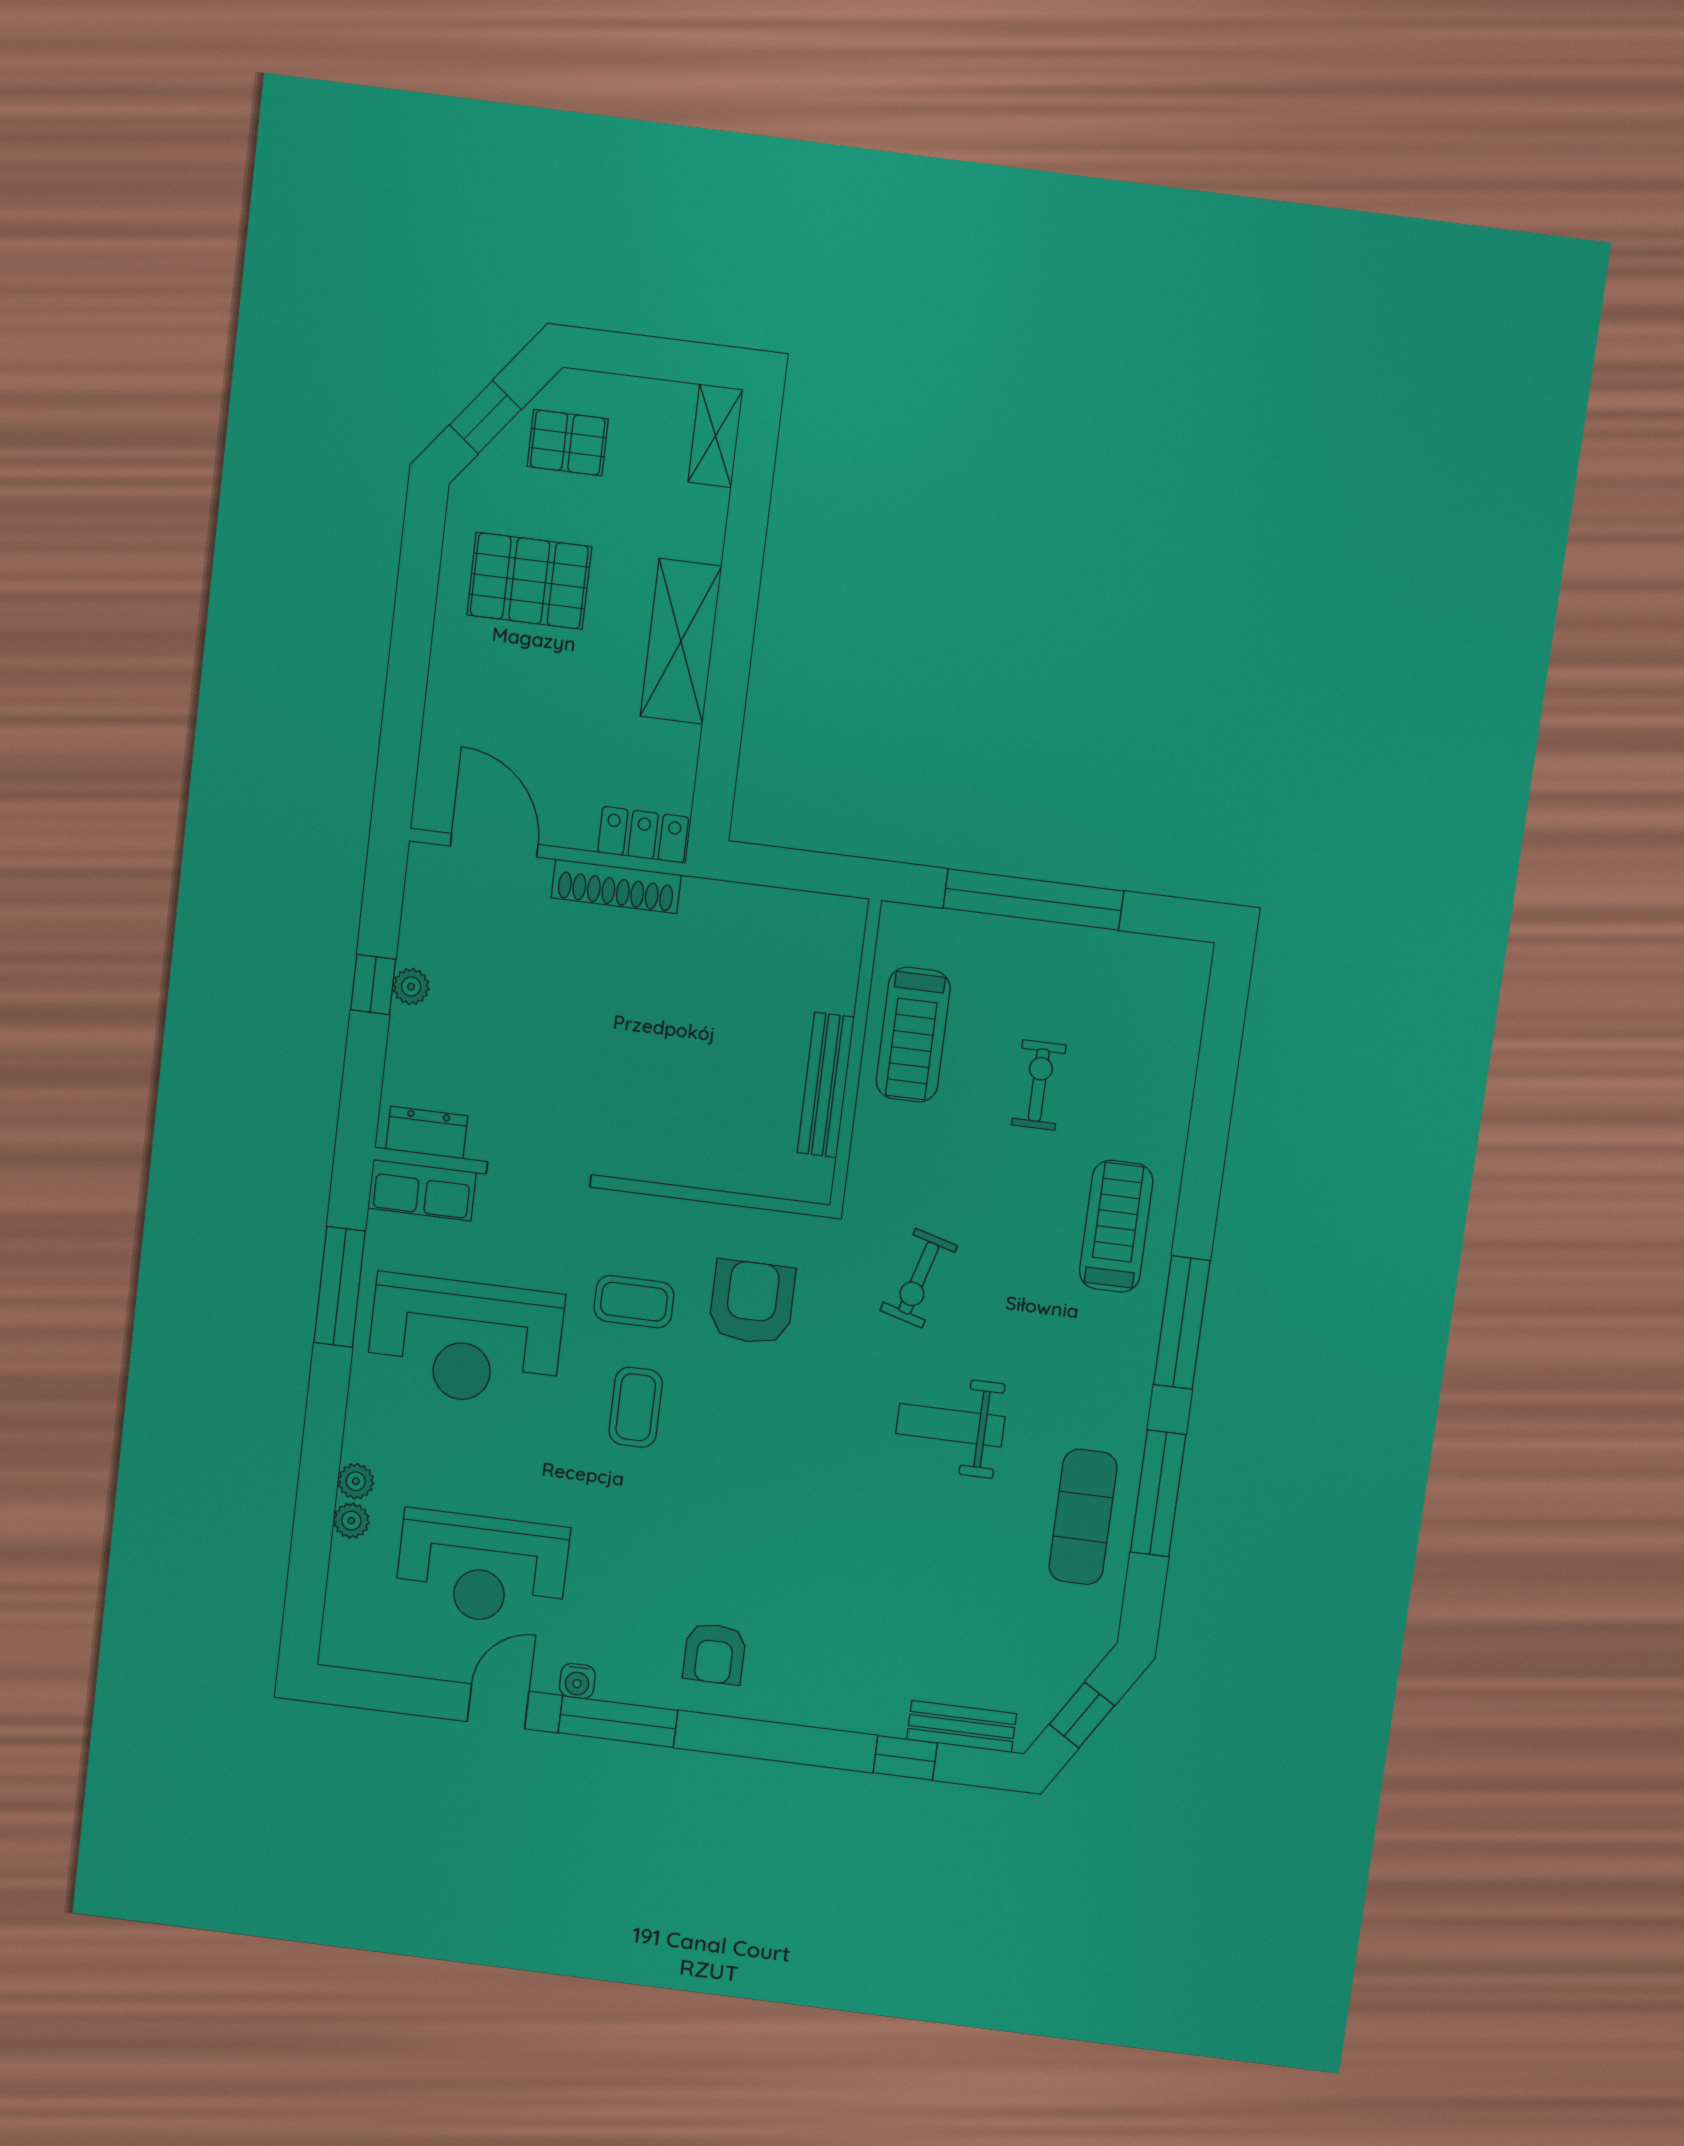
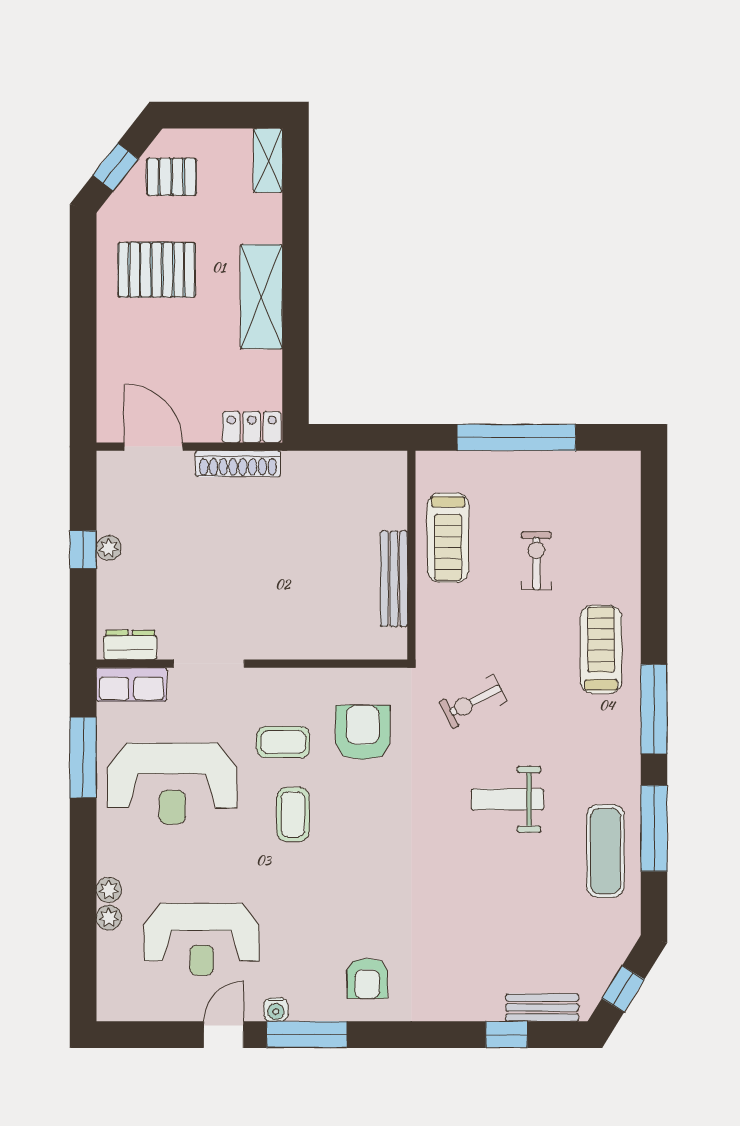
exercise bike: (919, 1278) -> (473, 702), turned 47

